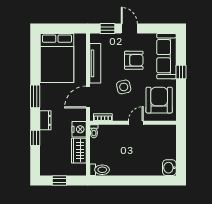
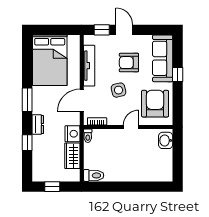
armchair: (134, 60) -> (129, 63), turned 180
washbasin: (169, 168) -> (166, 140), moved

